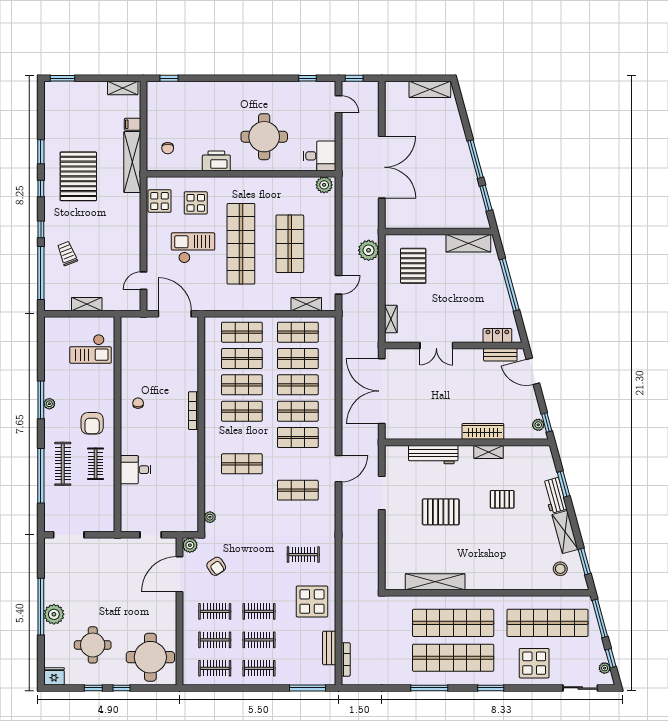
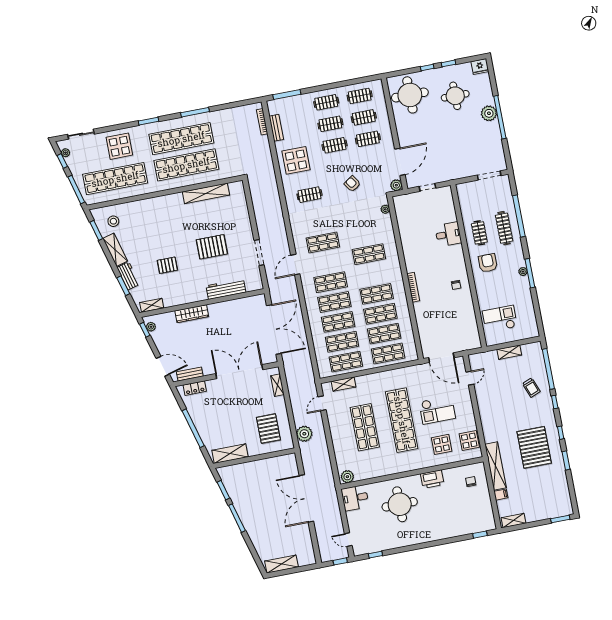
double door: (436, 346) -> (239, 372), width x1.87
shelving: (489, 452) -> (152, 305), moved
armchair: (216, 566) -> (352, 184), moved

